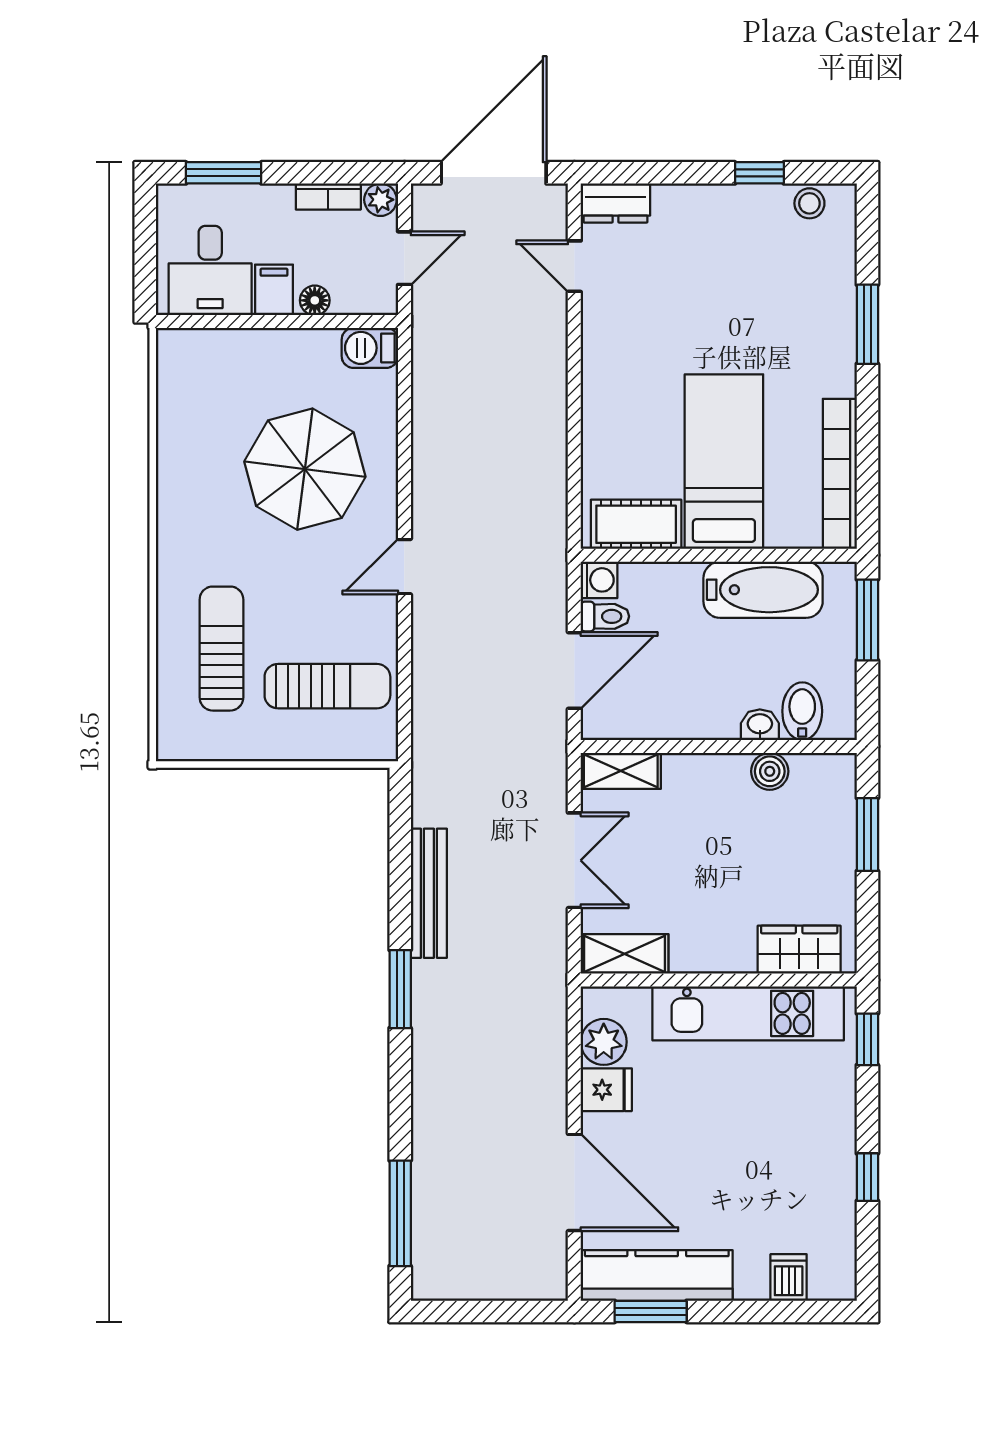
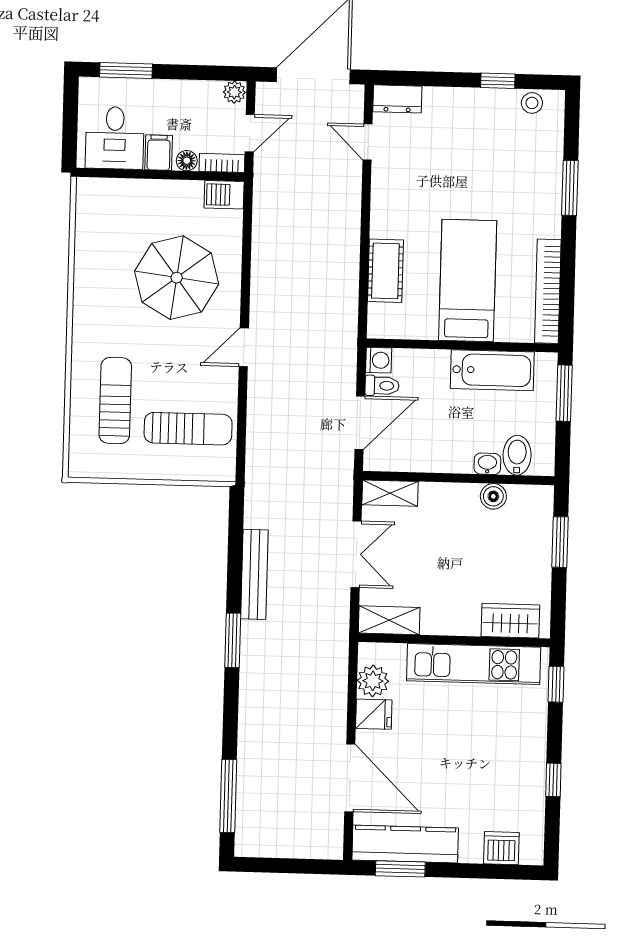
bookcase: (328, 196) -> (222, 163), moved, turned 180
cot: (636, 524) -> (385, 271), moved, turned 90
dishwasher: (789, 1277) -> (501, 848), width x1.38

